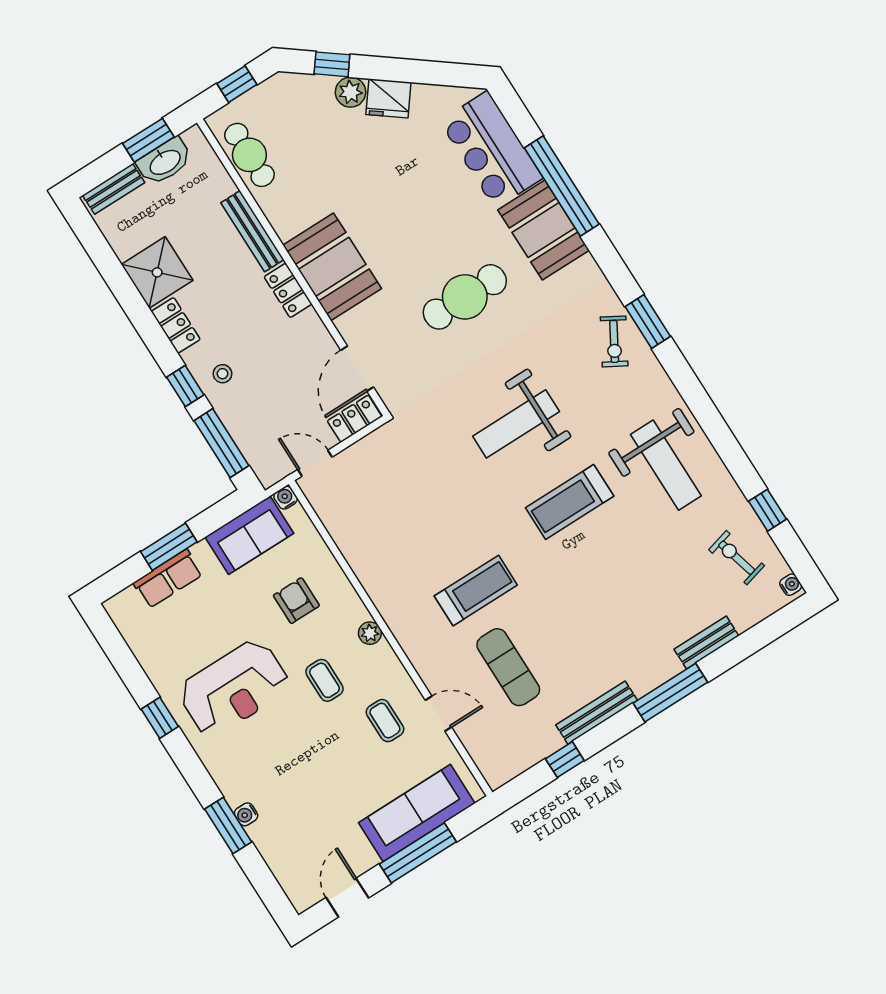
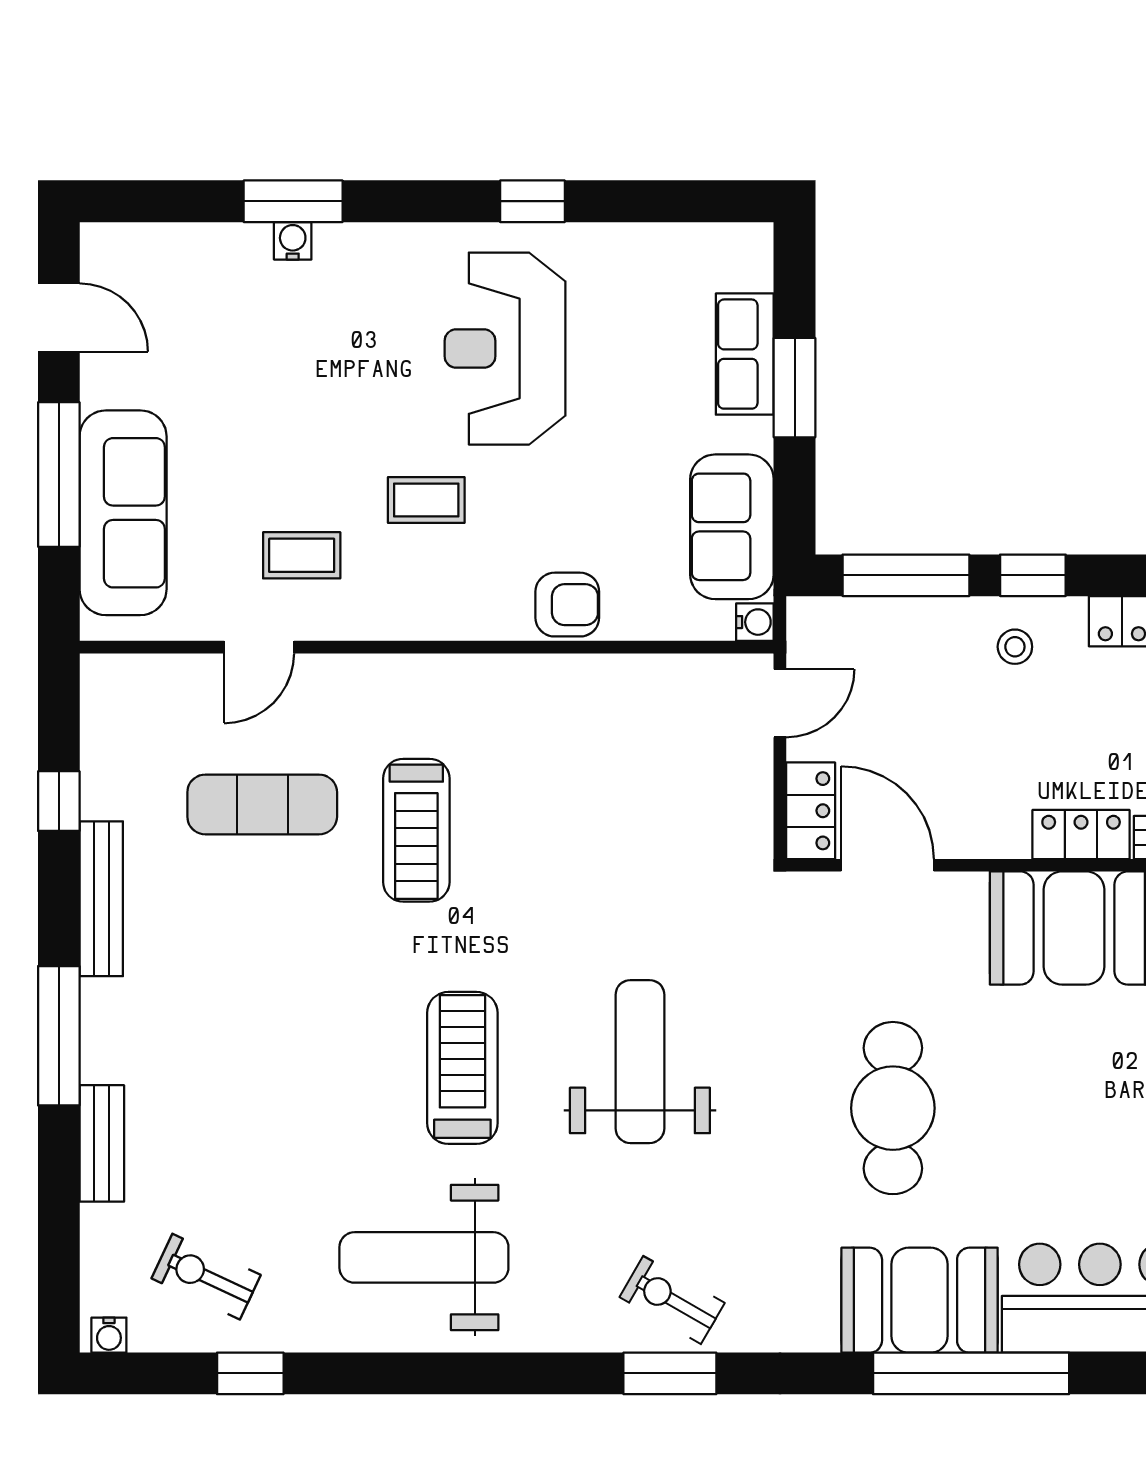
exercise bike: (737, 558) -> (206, 1277), turned -140
armchair: (296, 601) -> (567, 605), moved
plant: (370, 633) -> (455, 620), removed

